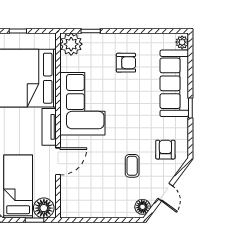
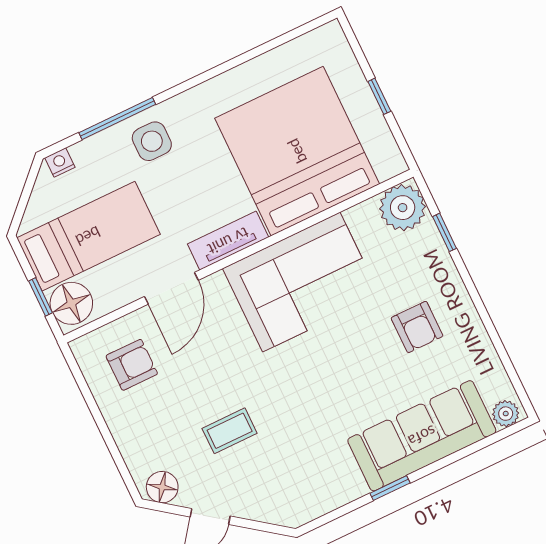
armchair: (165, 150) -> (132, 365), moved
door: (58, 161) -> (171, 288), hinge flipped

